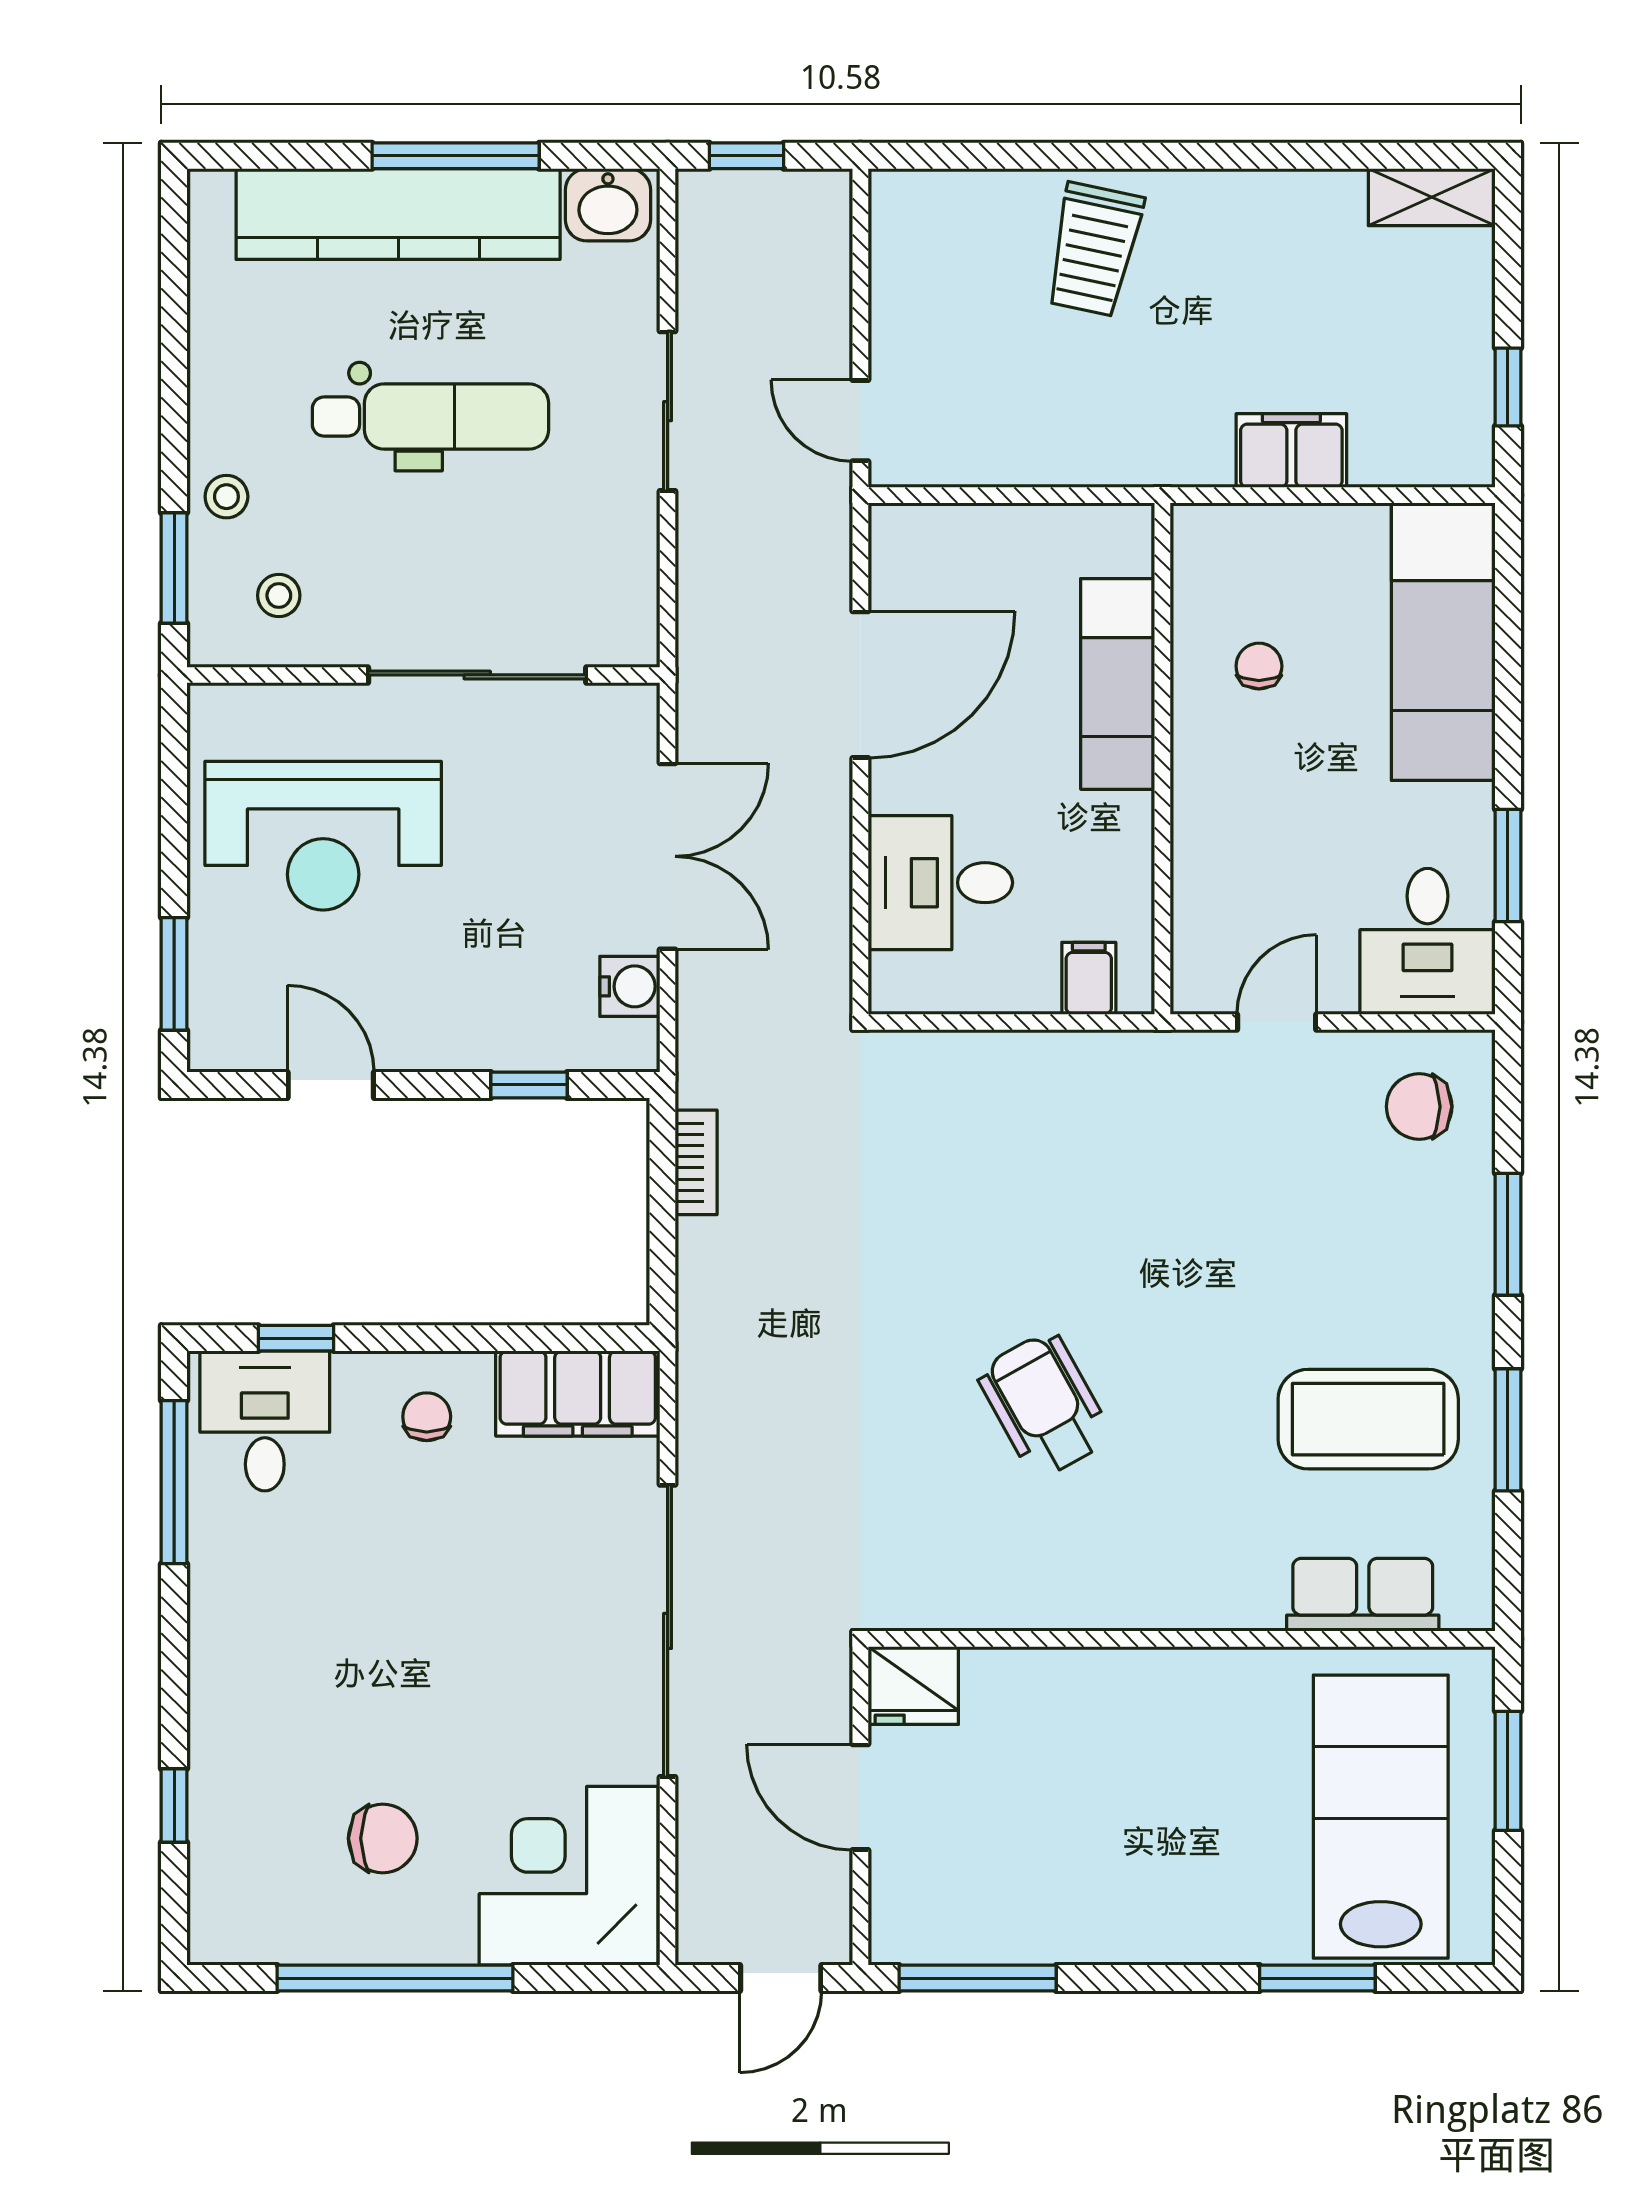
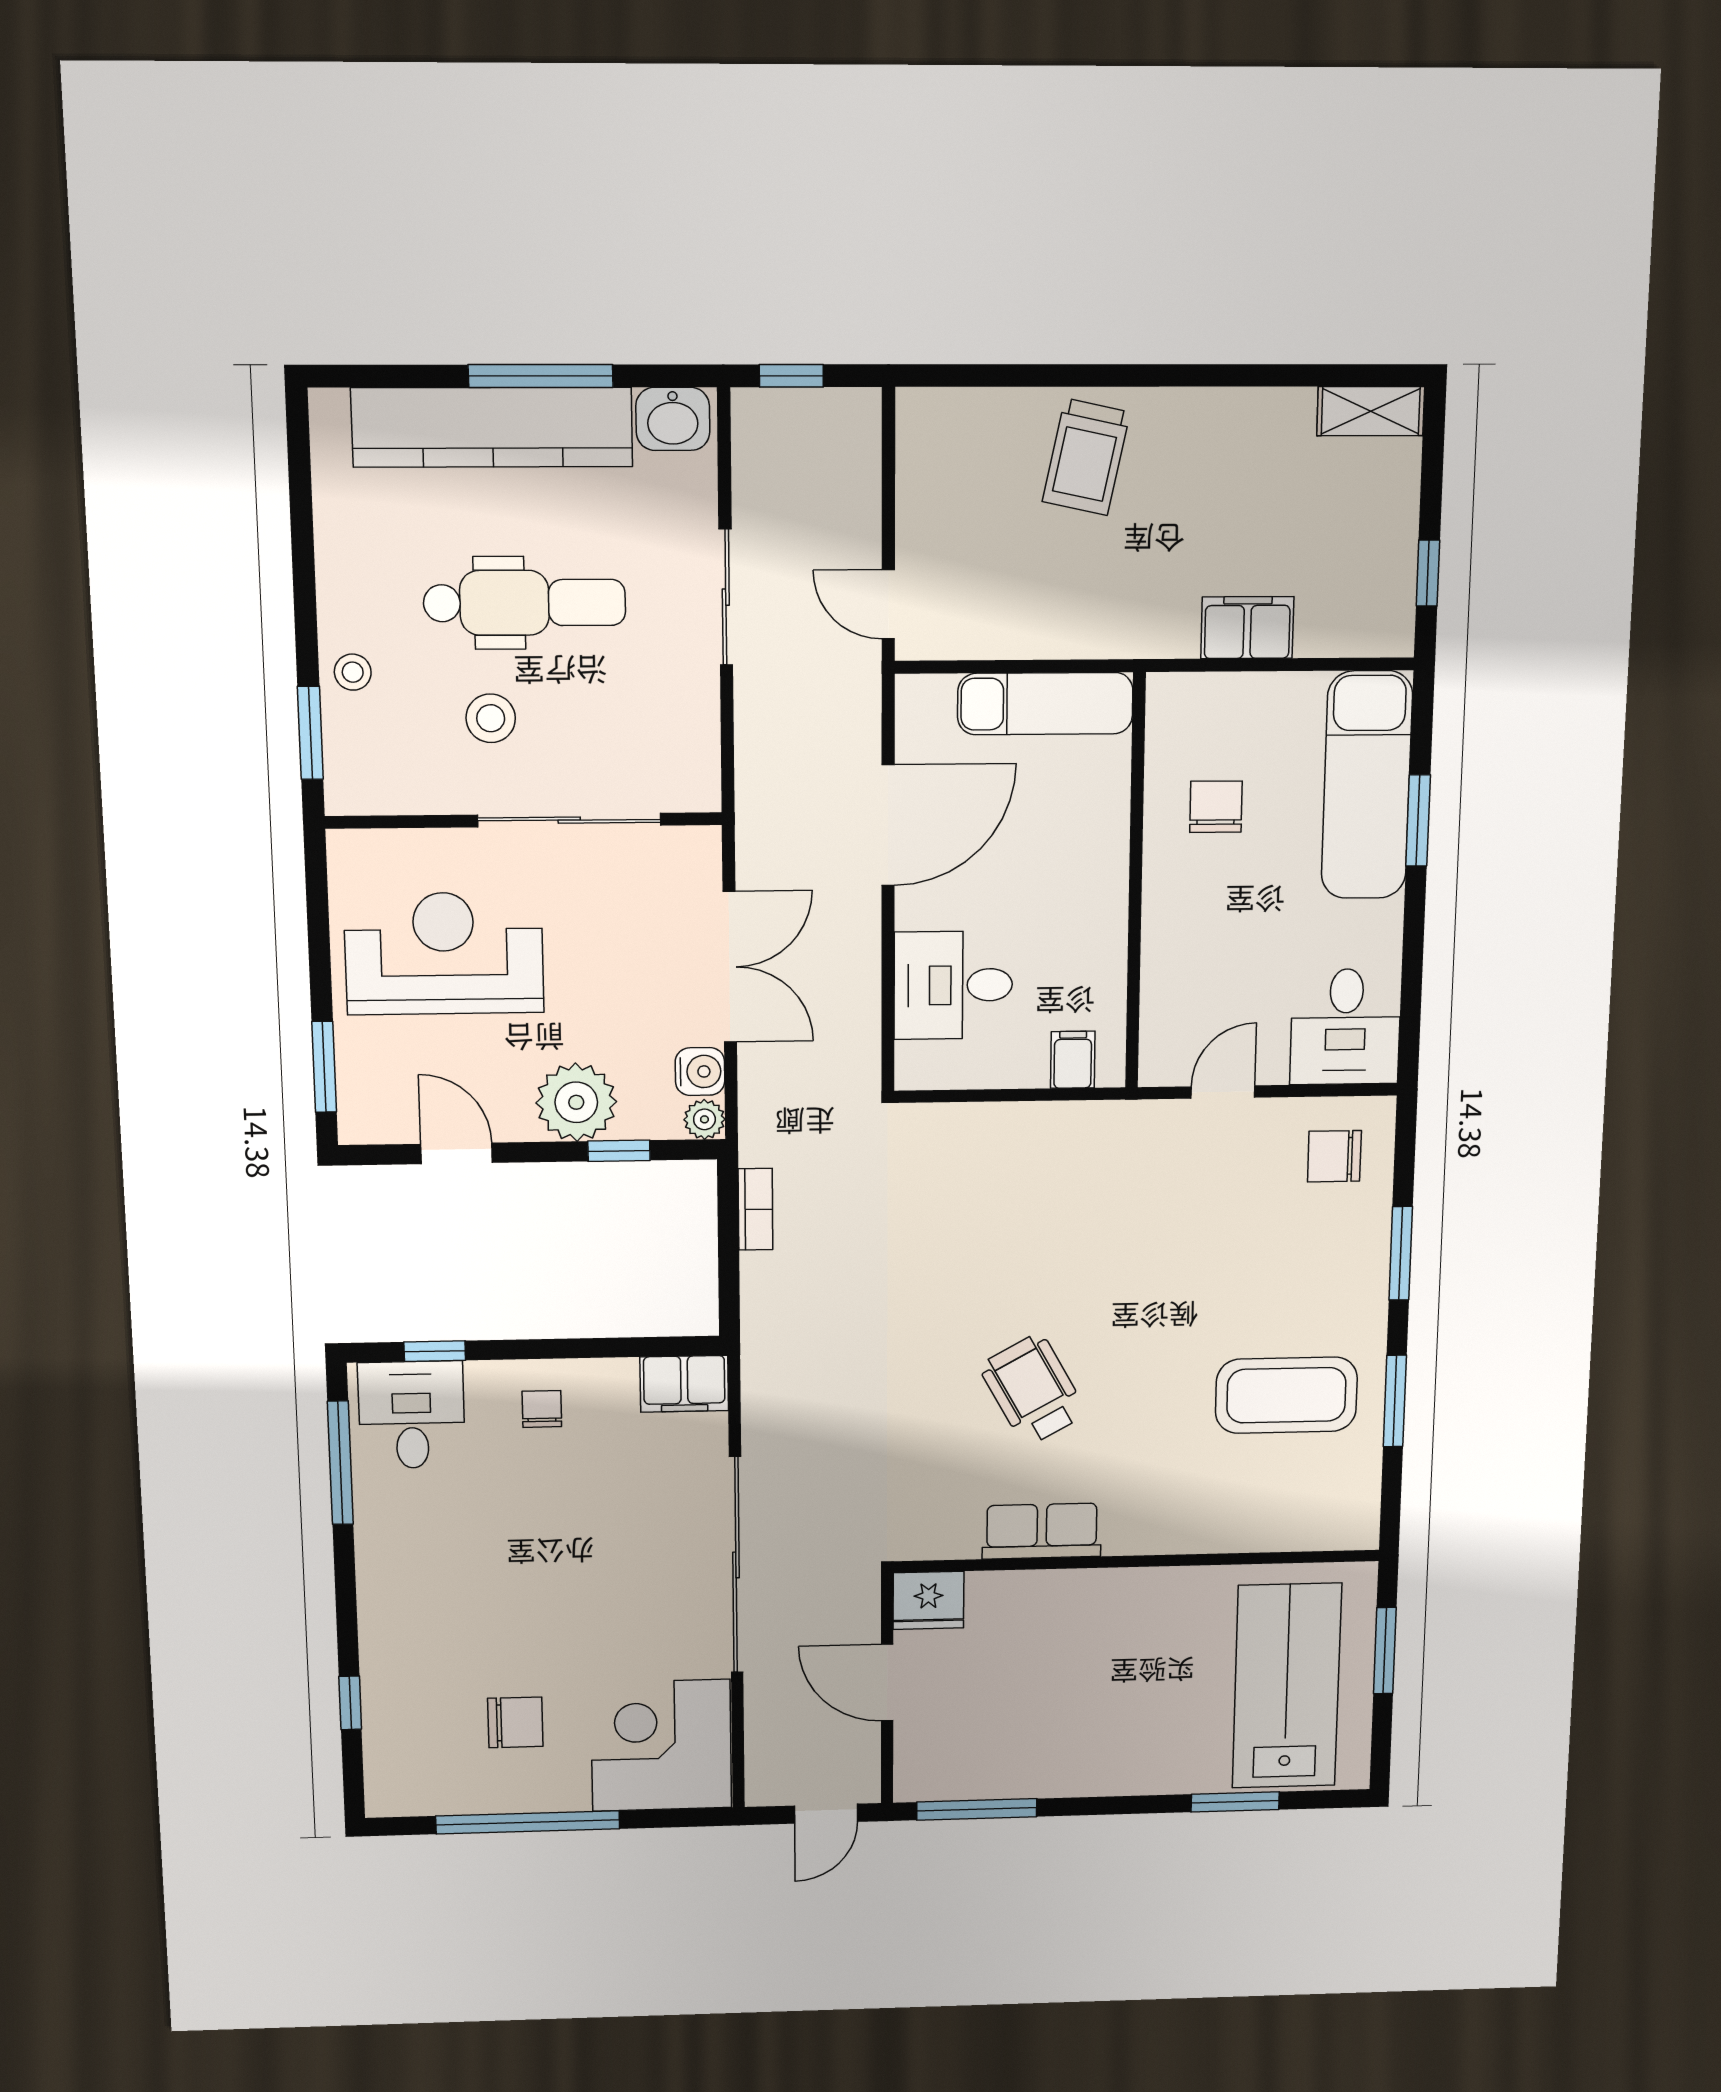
stool: (279, 595) -> (491, 718), moved, width x1.37, depth x1.37
chair: (1259, 666) -> (1216, 807), width x1.37, depth x1.37
exam couch: (1118, 684) -> (1045, 704), moved, turned -90
reception desk: (323, 836) -> (444, 953), turned 180
window: (1508, 865) -> (1418, 820), moved
plant: (478, 1023) -> (576, 1102), added
plant: (635, 1047) -> (704, 1119), added
filing cabinet: (578, 1394) -> (684, 1384), width x0.67, depth x0.86
row of seats: (1363, 1595) -> (1042, 1531), moved

